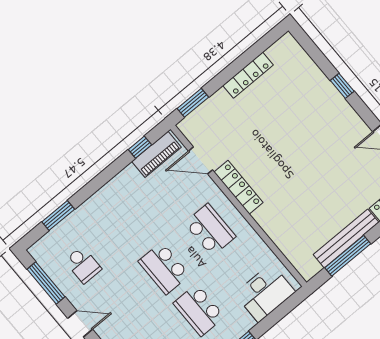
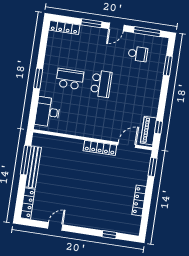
window: (342, 86) -> (109, 235), moved
school desk: (210, 230) -> (96, 118), removed
school desk: (83, 265) -> (138, 54), turned 180
school desk: (164, 268) -> (101, 84), turned 90

